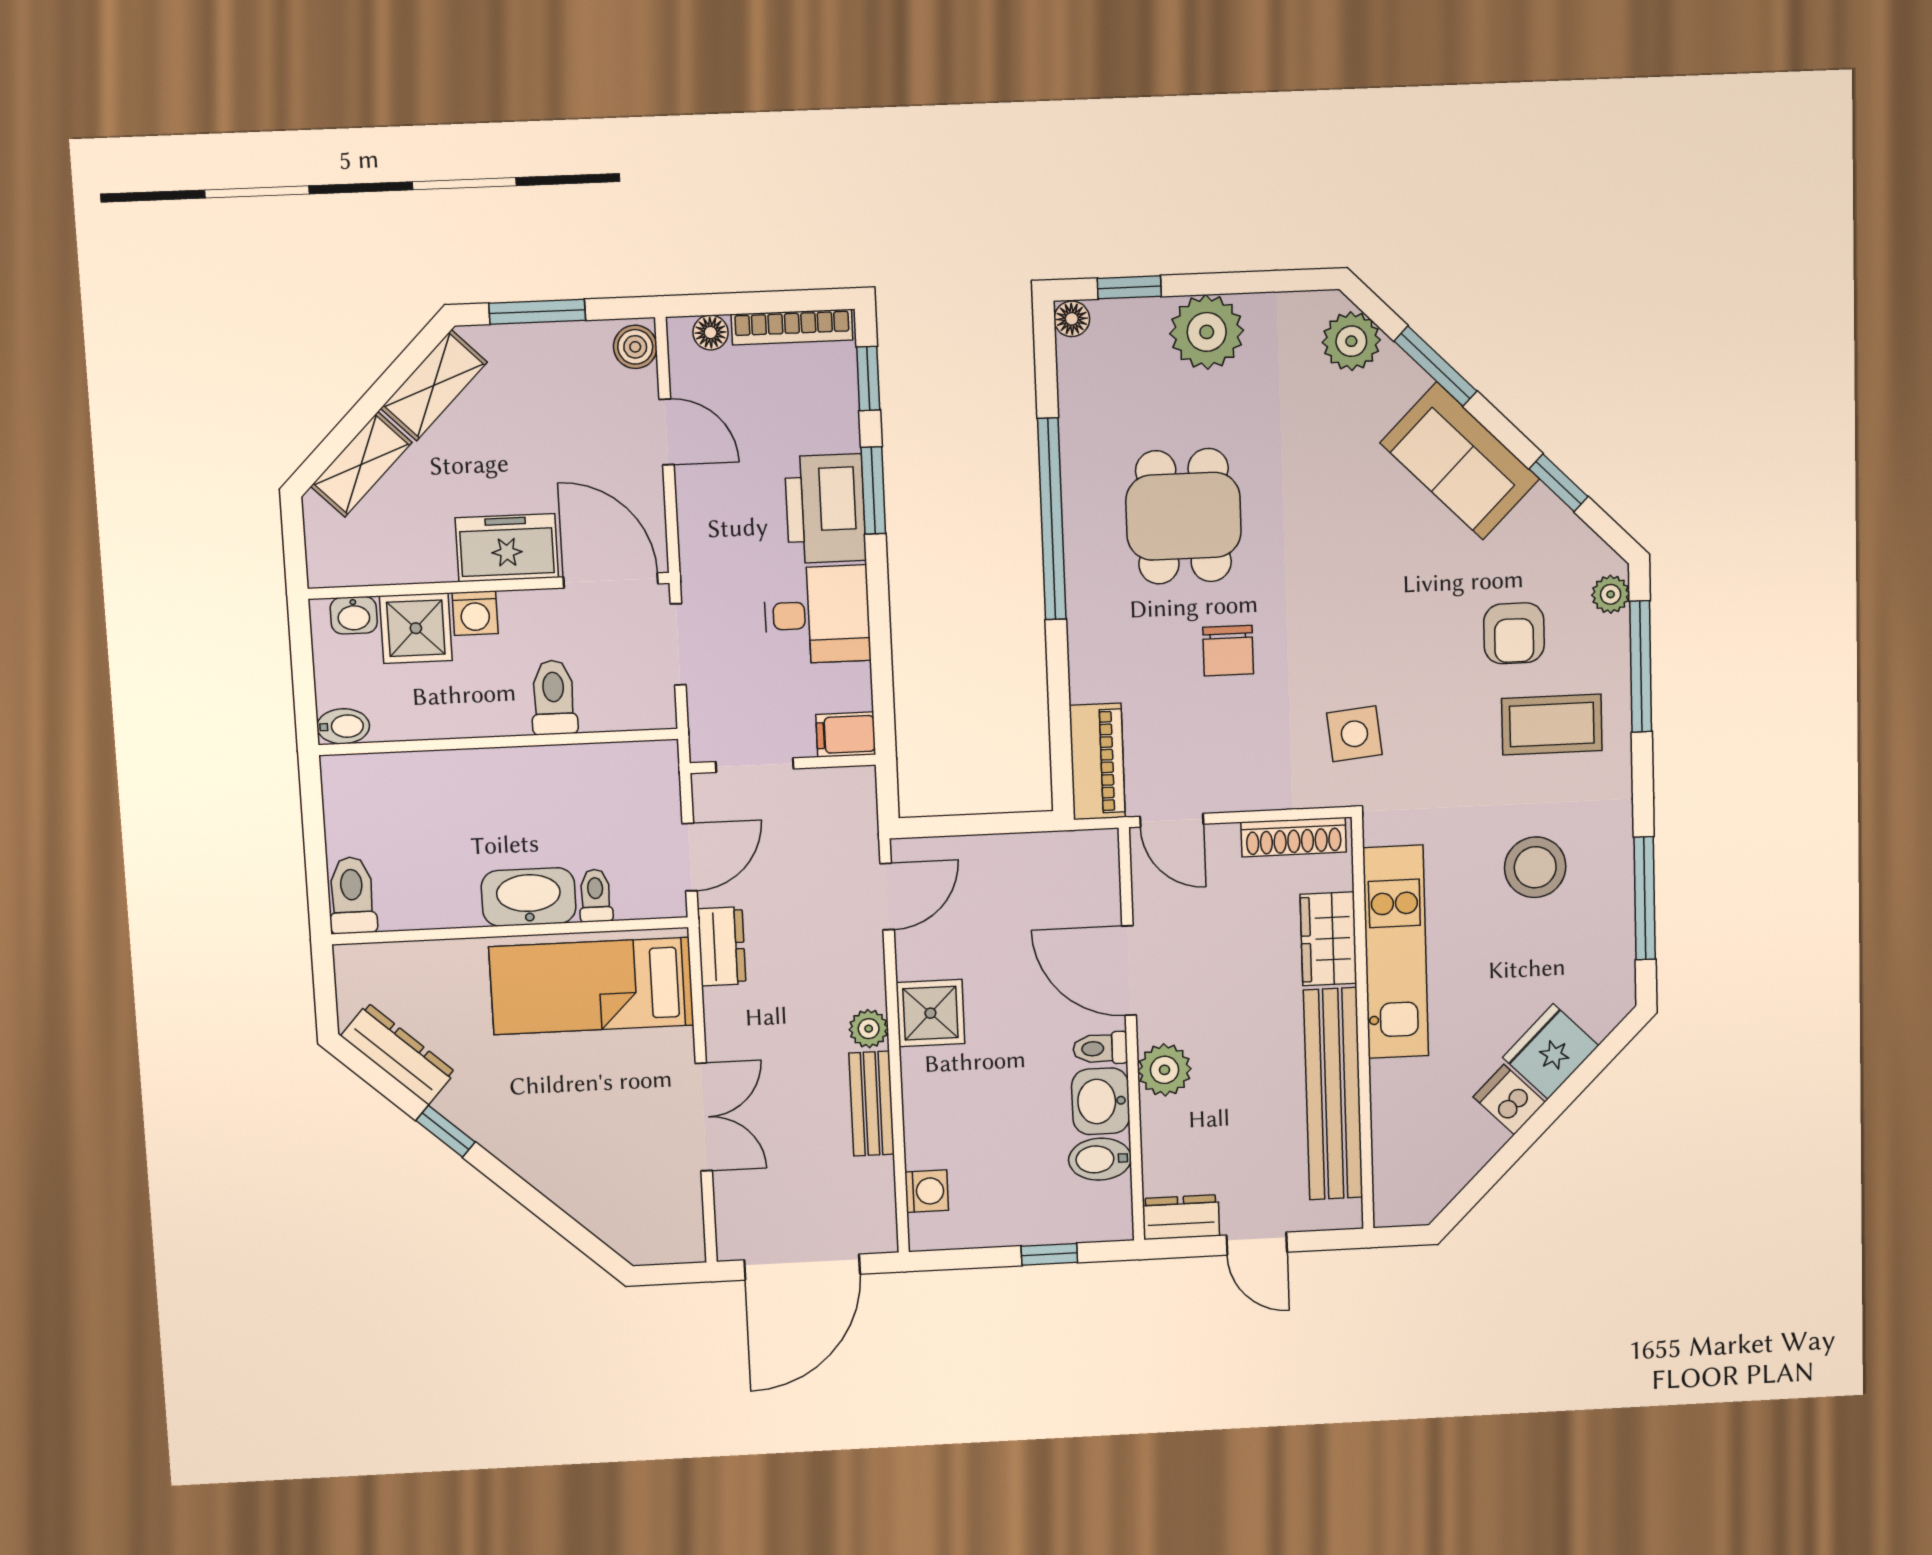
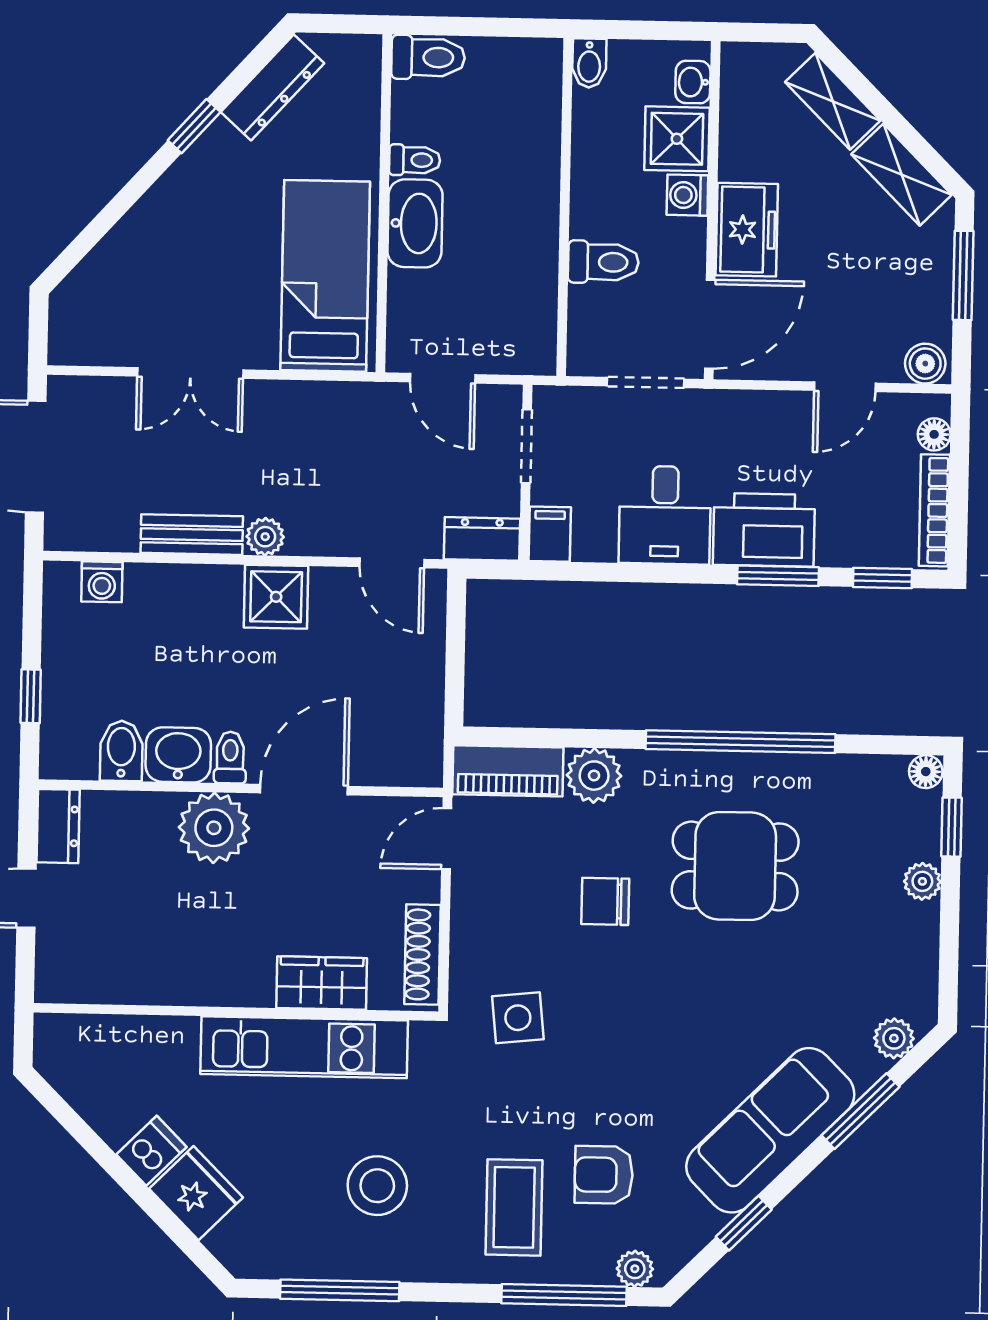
plant: (1207, 332) -> (922, 881), width x0.53, depth x0.53
plant: (1351, 341) -> (894, 1038), width x0.73, depth x0.73
sofa: (1460, 461) -> (770, 1130), width x1.36
plant: (1097, 671) -> (594, 776), added
toilet: (596, 896) -> (415, 160), moved
dresser: (722, 946) -> (482, 539), moved, turned 180
plant: (1164, 1070) -> (214, 828), width x1.36, depth x1.36
bench: (1333, 1094) -> (169, 980), removed

